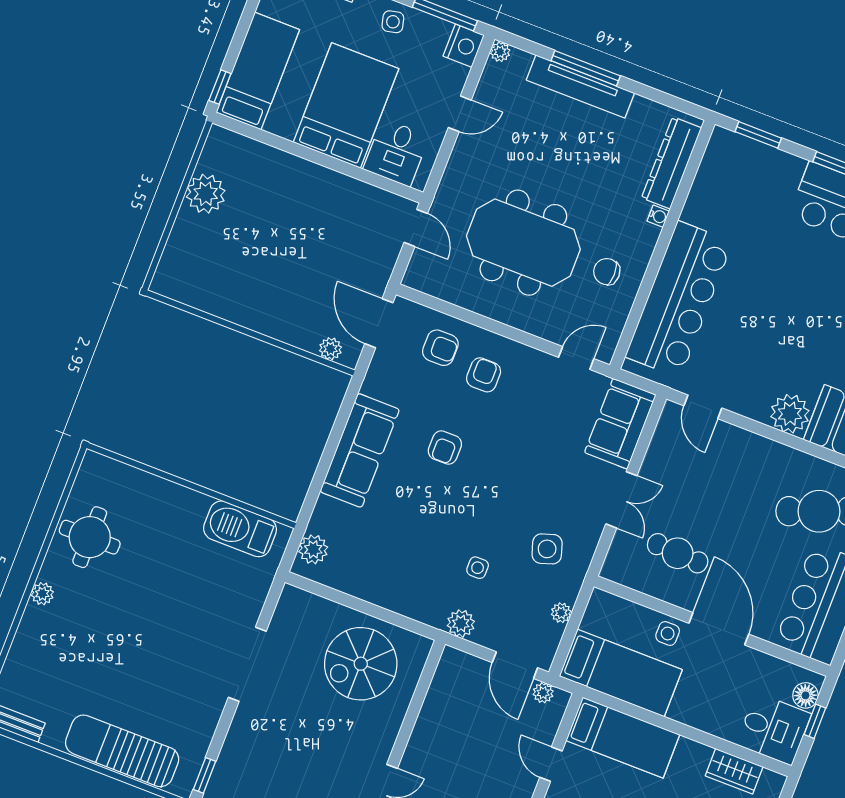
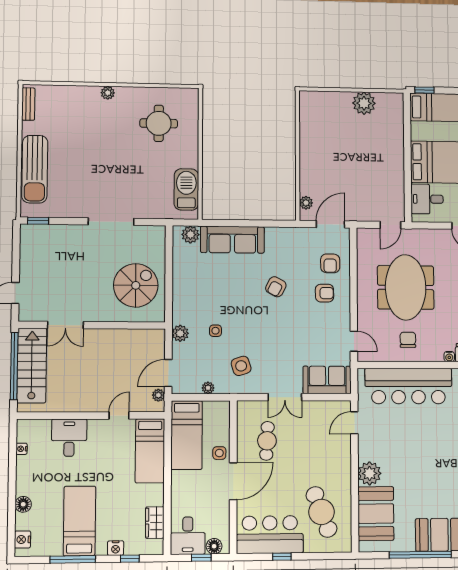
armchair: (445, 447) -> (276, 287), turned -62
sofa: (360, 450) -> (232, 240), moved
round table: (90, 537) -> (159, 123), moved
spiral stairs: (361, 664) -> (136, 285), turned 90
sun lounger: (122, 751) -> (35, 169), turned 180

